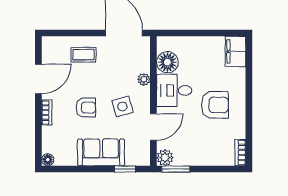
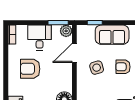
plant: (144, 79) -> (81, 87), removed
desk: (174, 90) -> (40, 38), moved, turned -90

